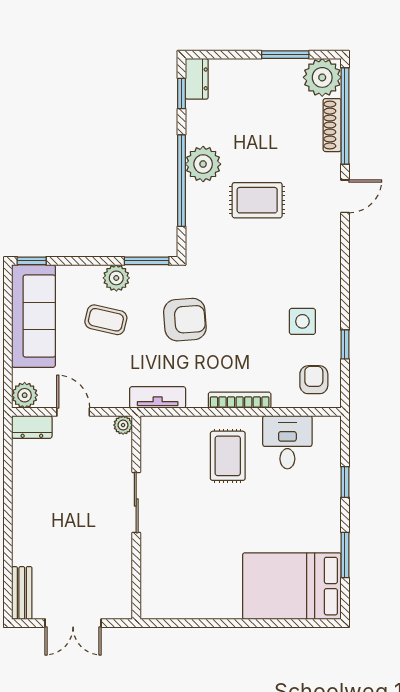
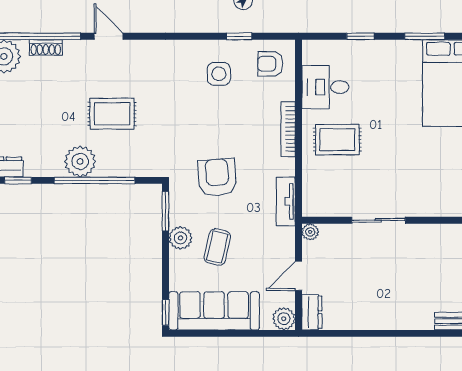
shoe rack: (332, 125) -> (46, 48), width x0.70
rug: (257, 200) -> (112, 114), turned 90

